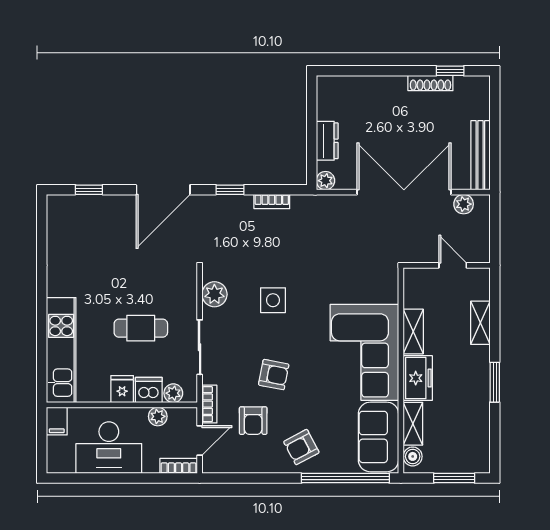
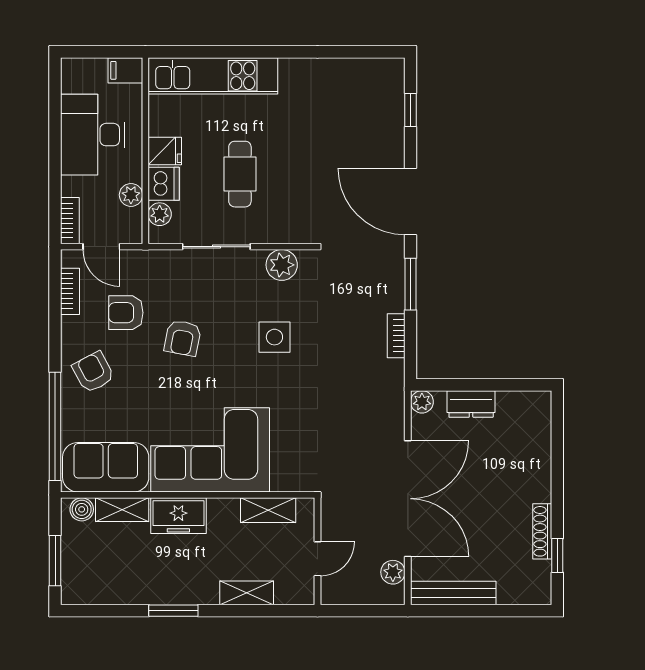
window: (230, 190) -> (411, 284), width x1.50
shelving: (413, 331) -> (268, 510), moved
bookcase: (209, 404) -> (70, 291), moved, turned -90

